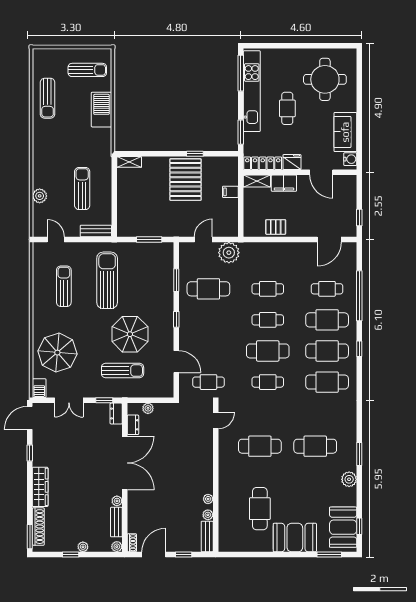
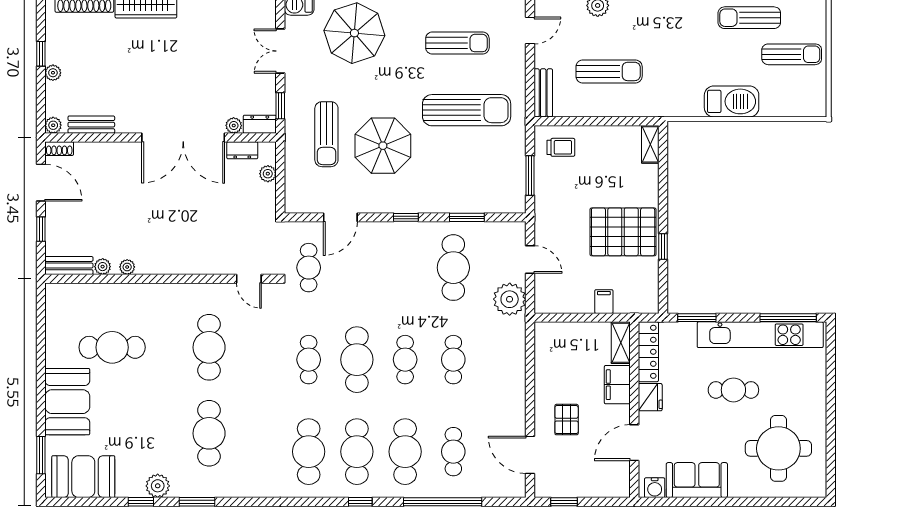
sun lounger: (87, 70) -> (792, 54), moved, turned -90
trolley: (131, 220) -> (561, 147), added
pallet: (276, 227) -> (567, 420), moved
plant: (117, 501) -> (234, 125), moved
window: (359, 526) -> (141, 502), moved

